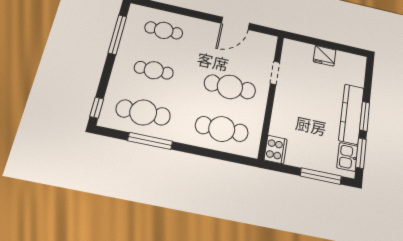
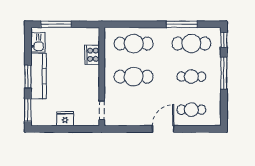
door: (235, 23) -> (163, 129), moved
window: (117, 35) -> (224, 73), moved
doorway: (275, 73) -> (102, 110), moved
cooker: (276, 150) -> (92, 55), moved
window: (361, 153) -> (28, 110), moved

